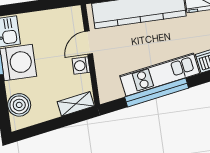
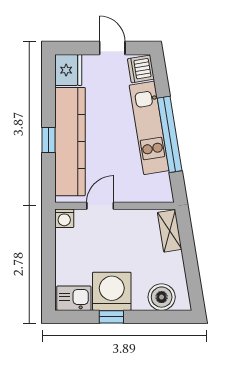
door: (89, 43) -> (100, 206), swing flipped
washing machine: (81, 66) -> (64, 218), moved

